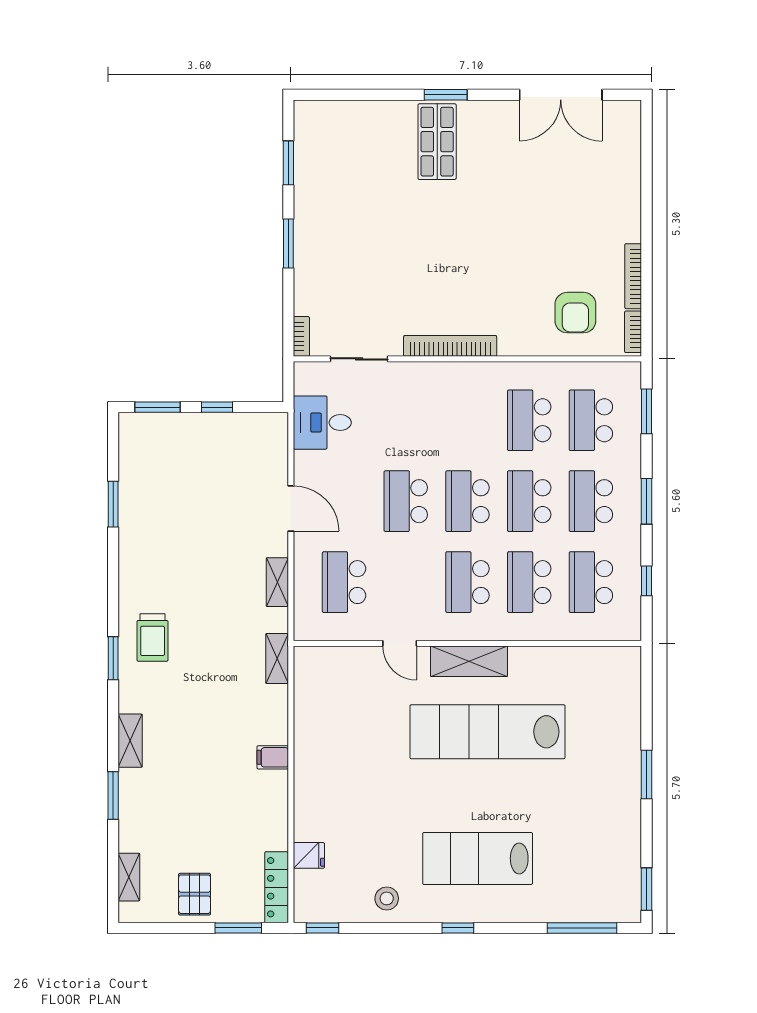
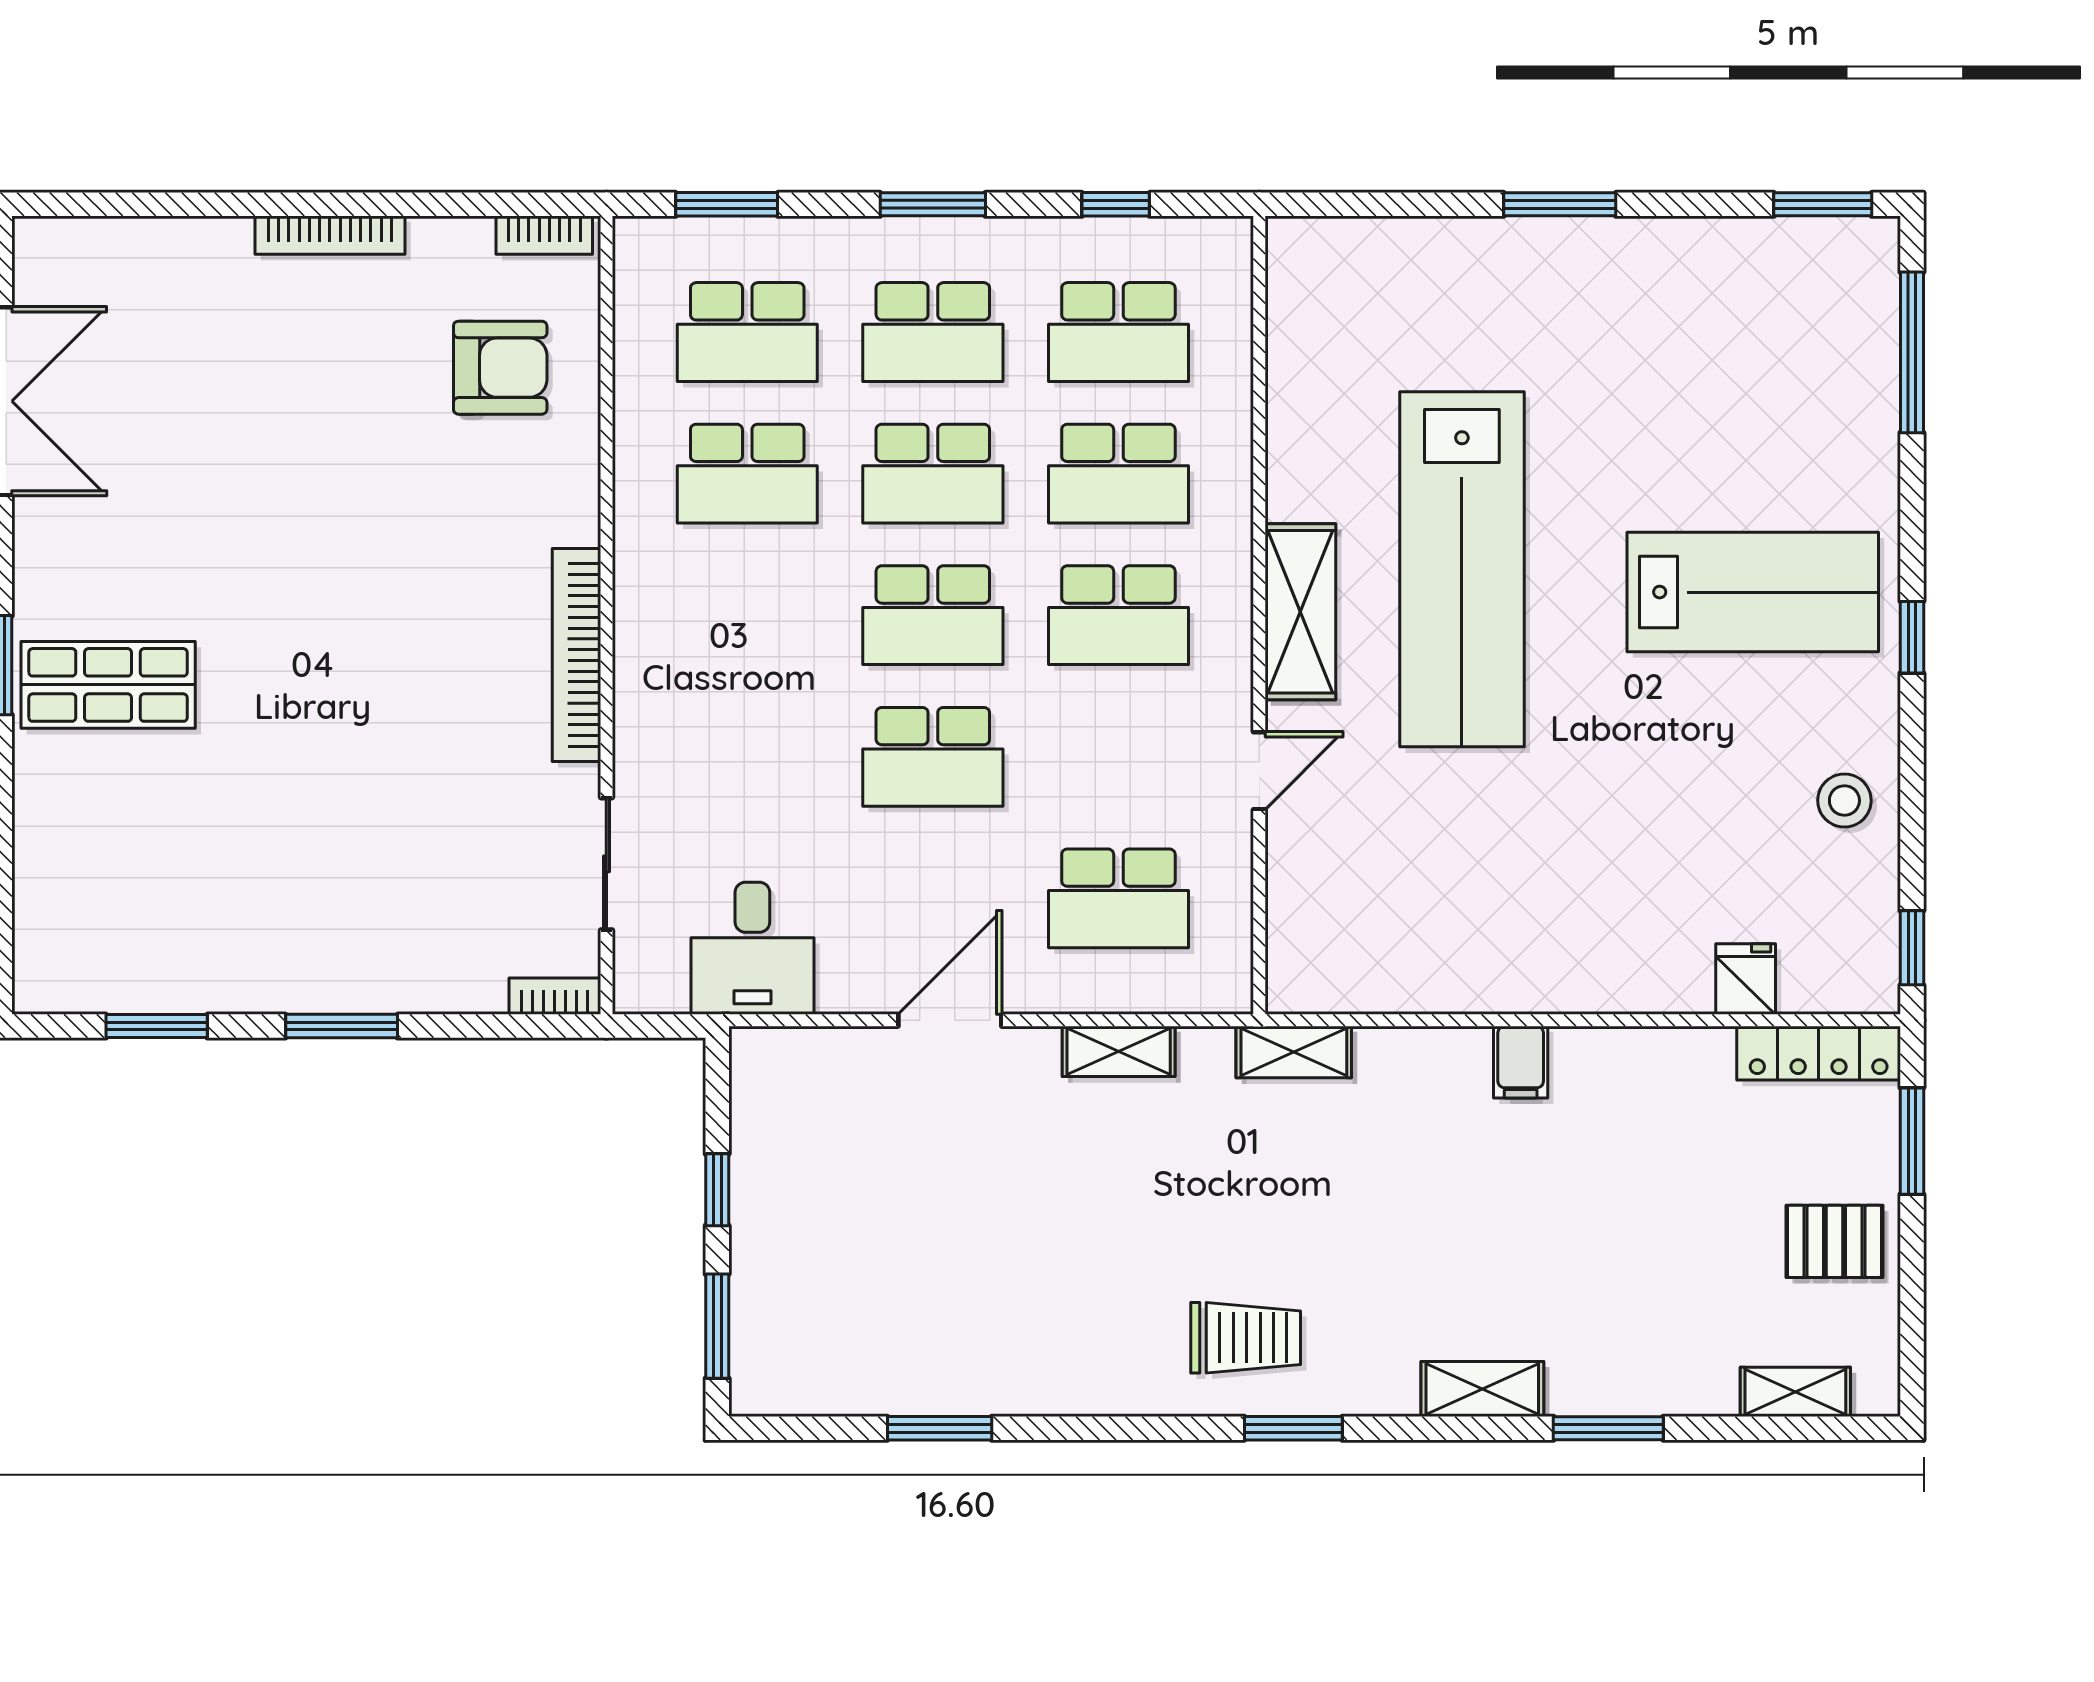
bookcase: (633, 276) -> (330, 235), moved
lab bench: (478, 858) -> (1753, 592), turned -90

